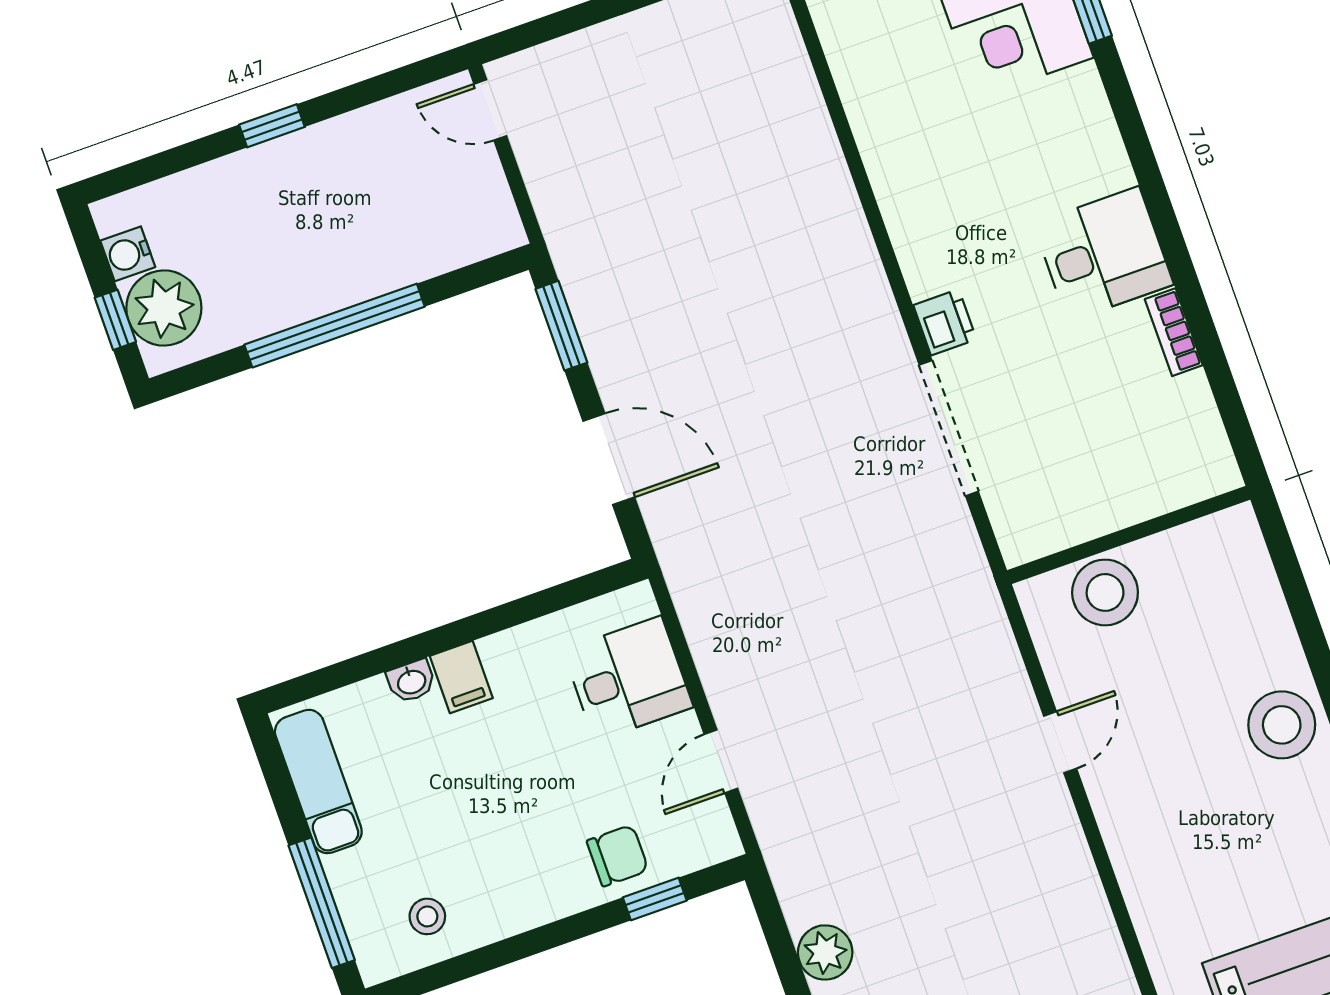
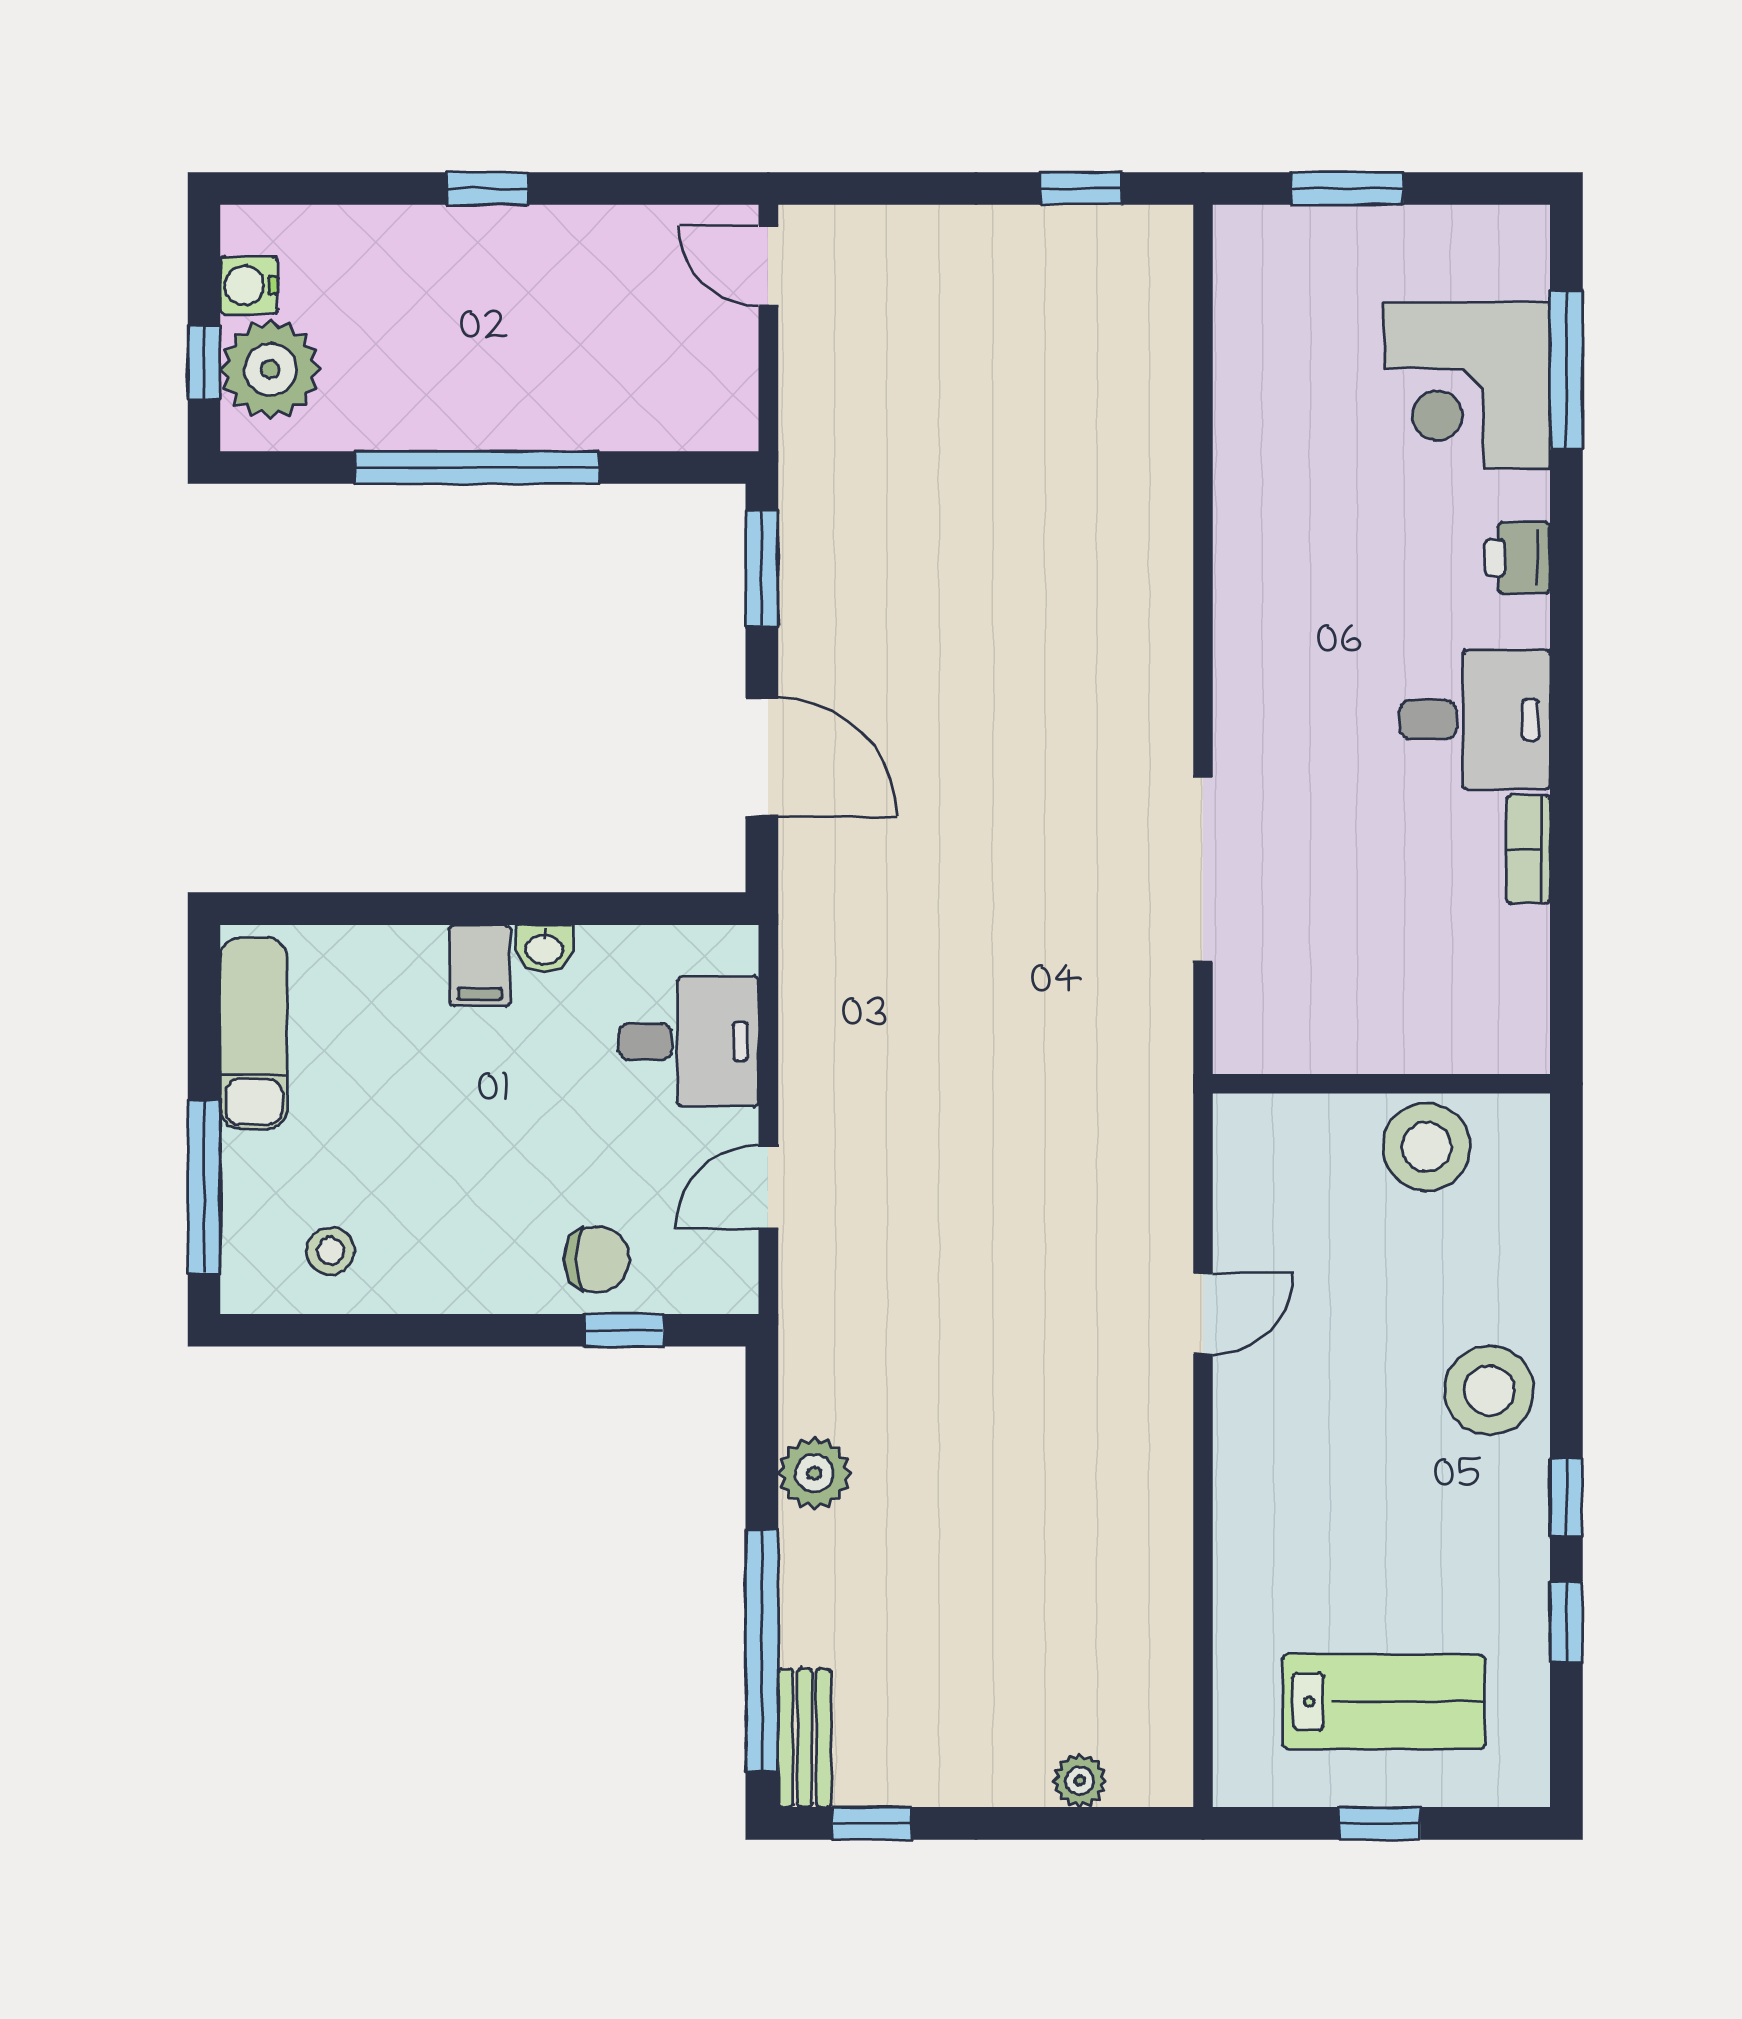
printer: (945, 322) -> (1518, 558), moved, turned 180
stool: (1105, 592) -> (1427, 1147), moved
washbasin: (411, 681) -> (544, 948), moved

